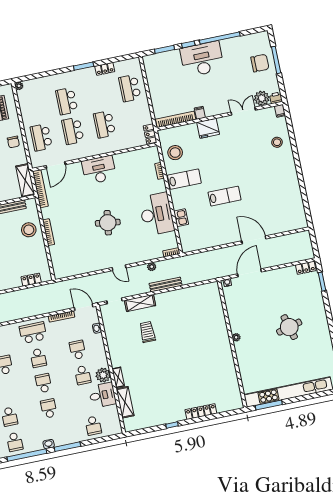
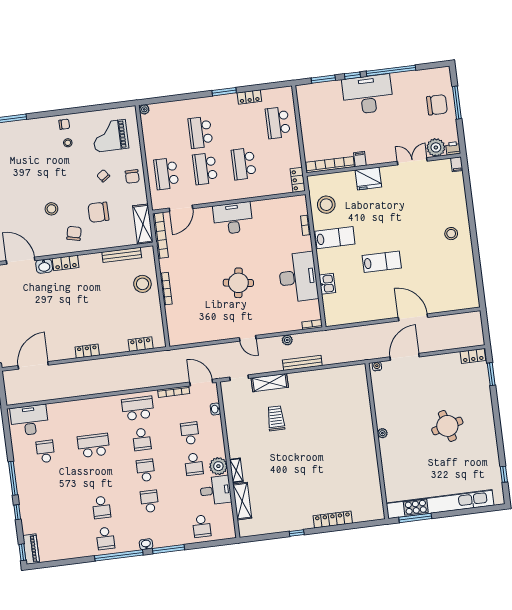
stool: (277, 142) -> (451, 234), moved

